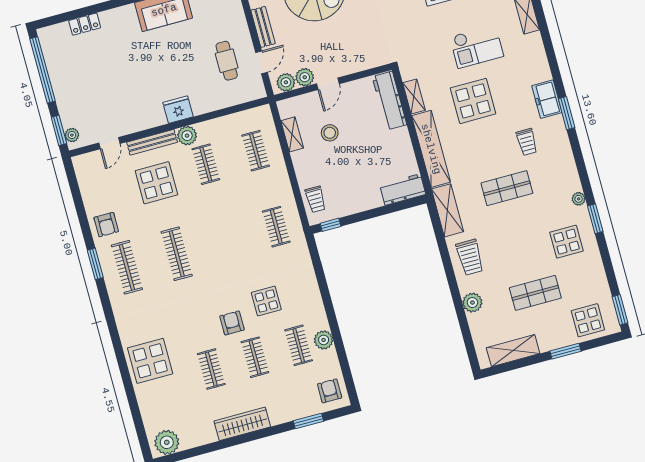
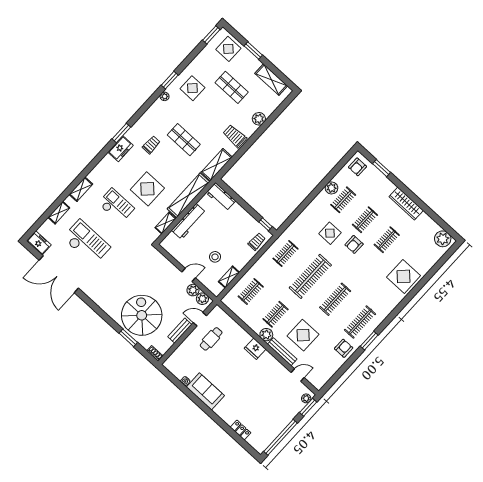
workbench: (389, 101) -> (189, 221), moved
clothes rail: (226, 240) -> (310, 276), added
trolley: (470, 257) -> (235, 136), turned -90

